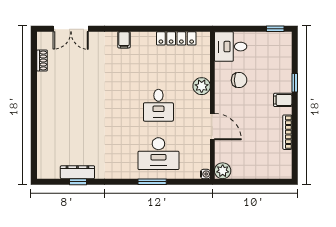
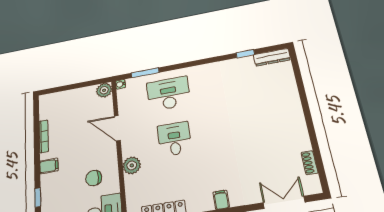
window: (295, 83) -> (38, 198), moved
dresser: (77, 172) -> (272, 57), moved
window: (152, 182) -> (145, 73), moved

